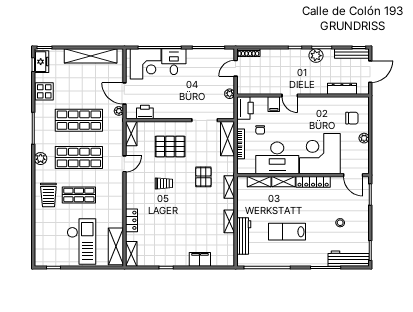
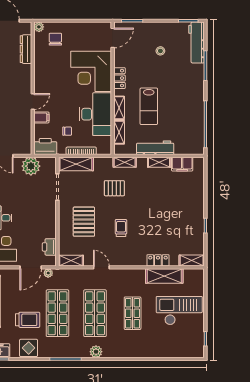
plant: (230, 94) -> (31, 166), width x1.88, depth x1.88
plant: (364, 138) -> (39, 27), moved
locker: (313, 182) -> (119, 78), width x0.66
trolley: (48, 195) -> (28, 320), moved
lab bench: (287, 232) -> (149, 106), moved
workbench: (244, 236) -> (155, 148), moved
shelving: (116, 246) -> (164, 276), moved
filing cabinet: (200, 259) -> (182, 164), moved, turned -90

